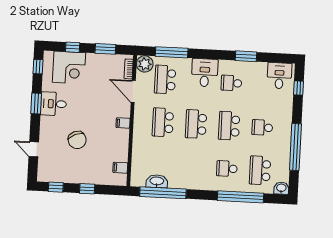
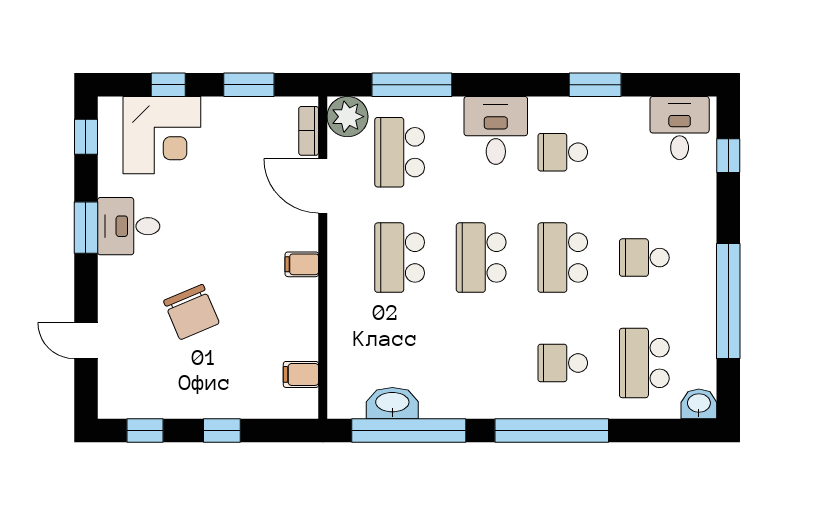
window: (241, 197) -> (552, 431), moved

